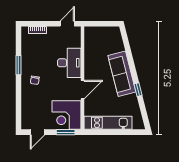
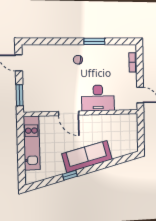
corner desk: (66, 115) -> (39, 96), removed

